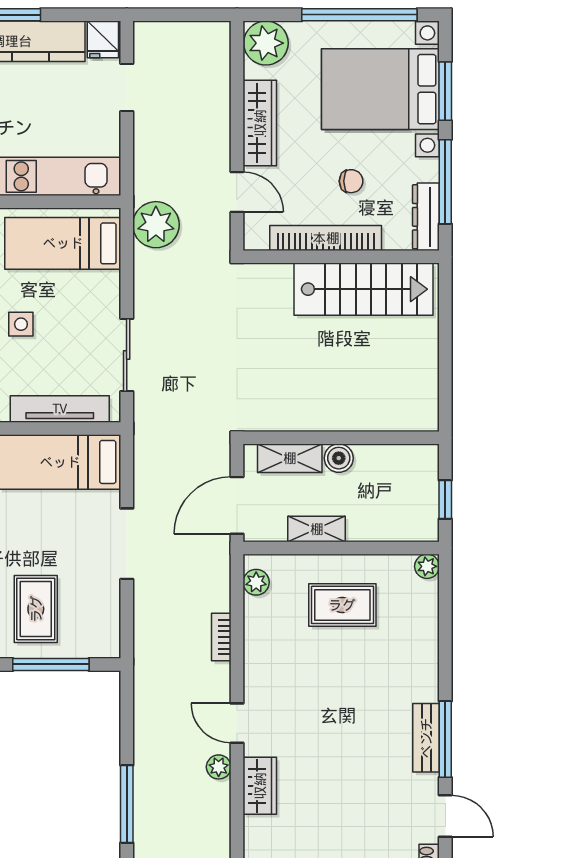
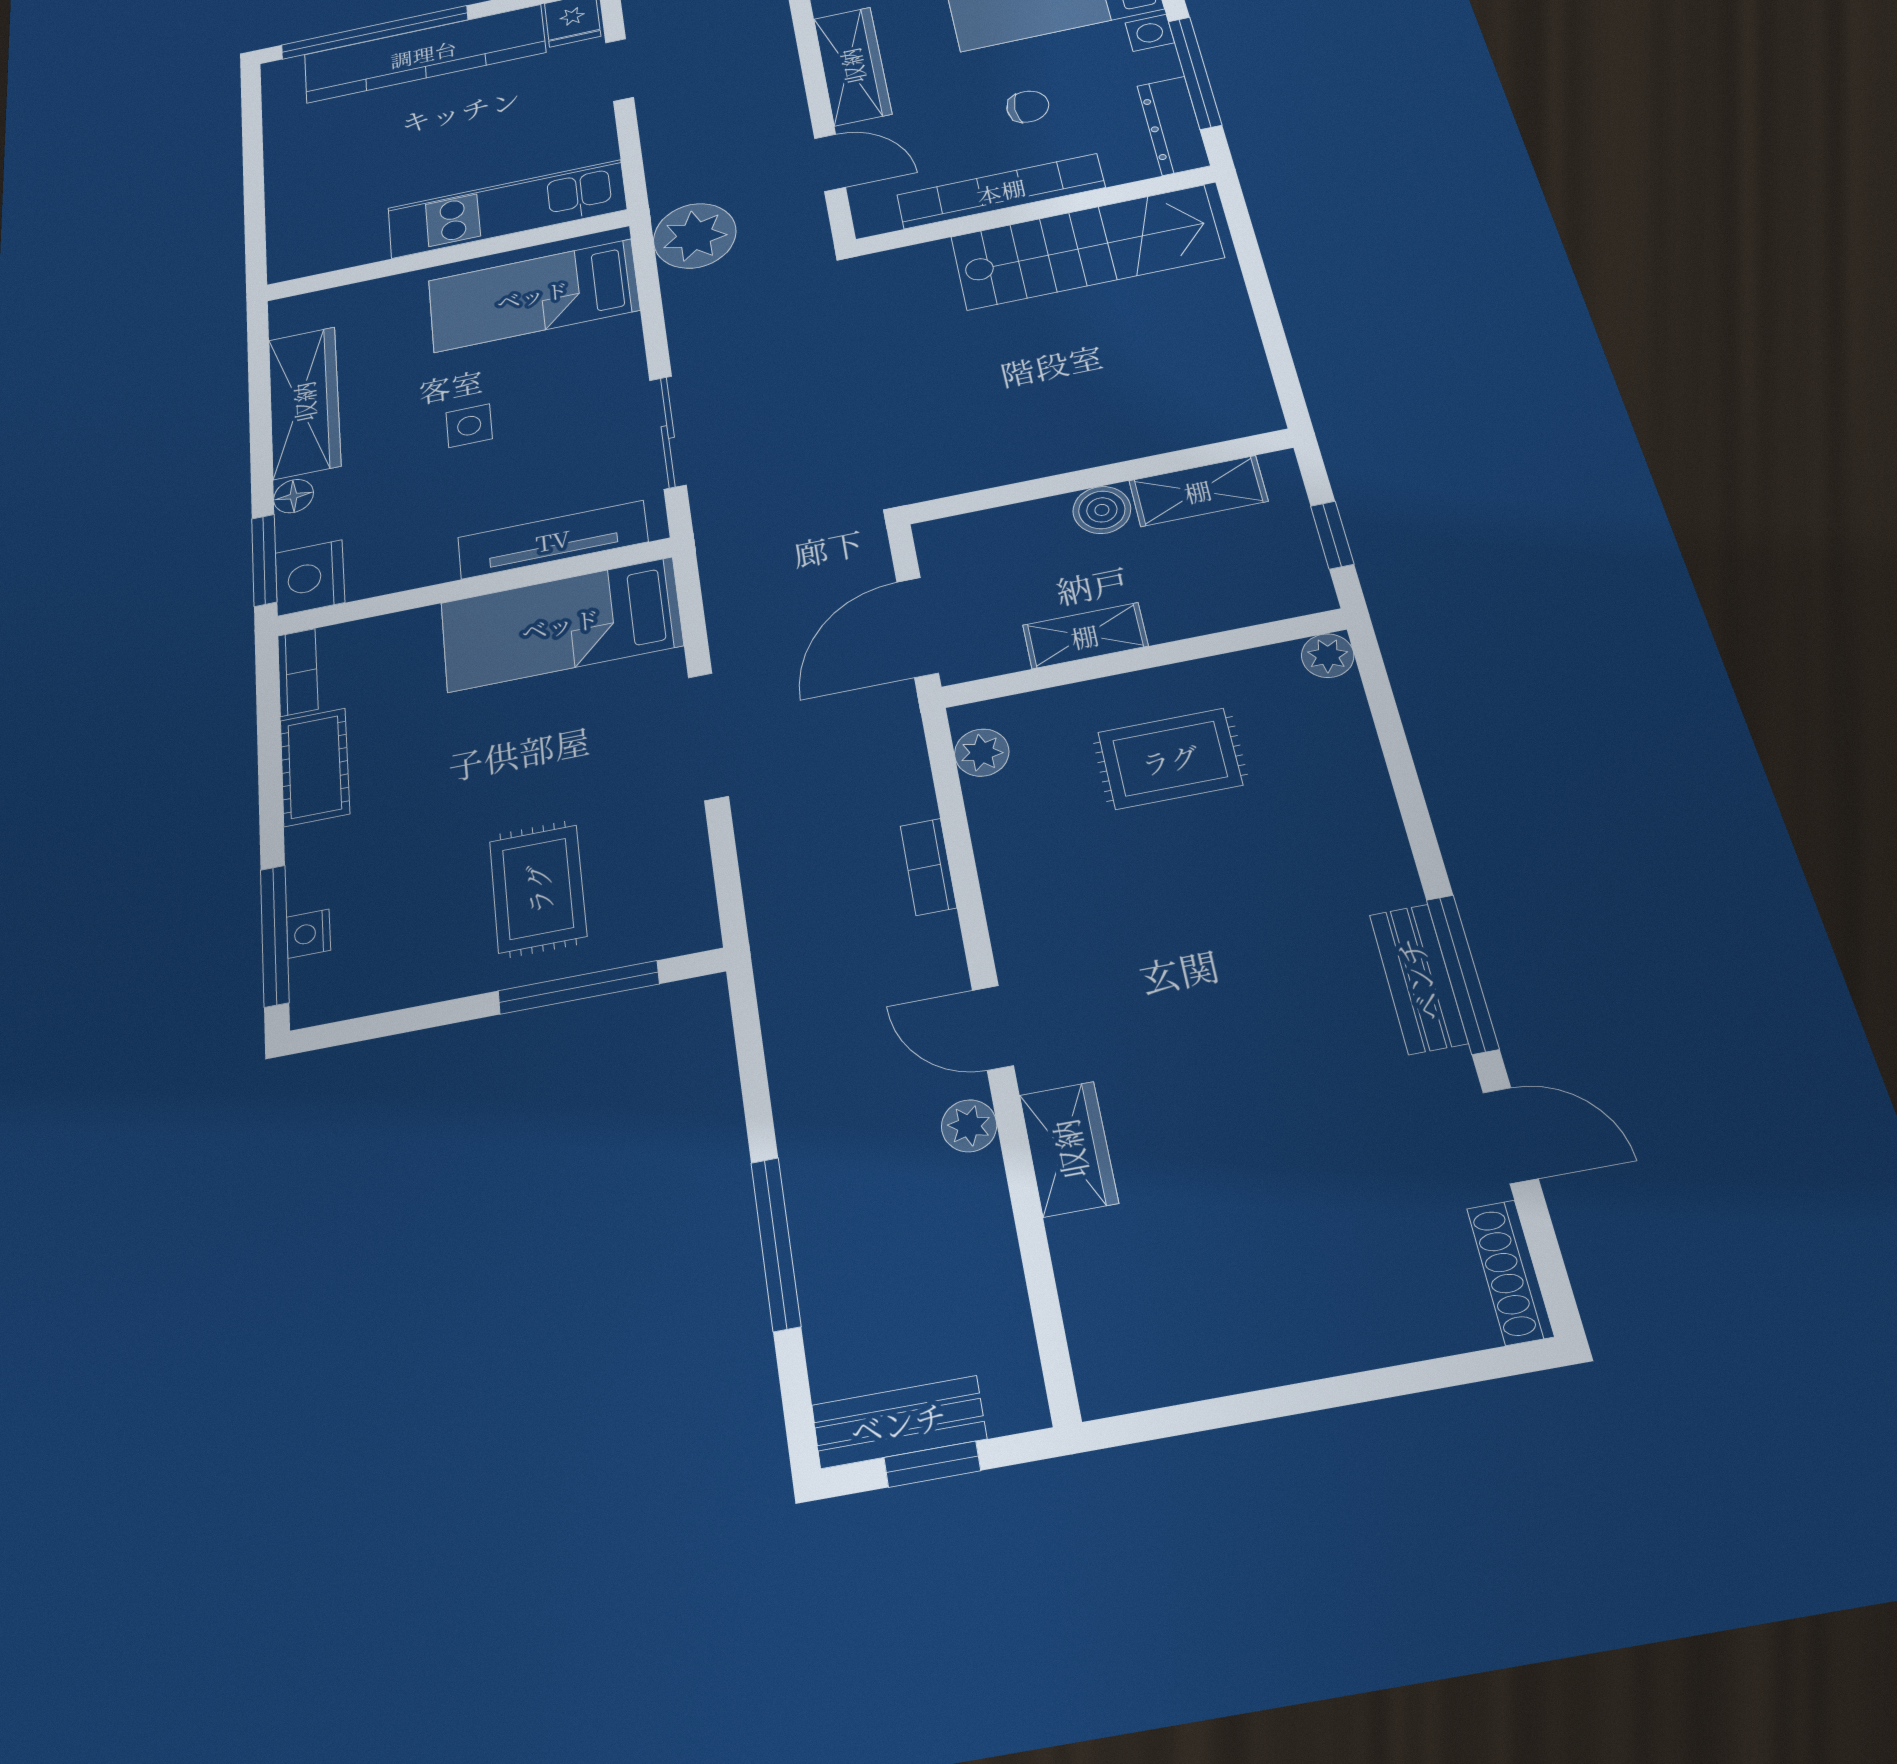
shelving: (290, 458) -> (1198, 491), moved

